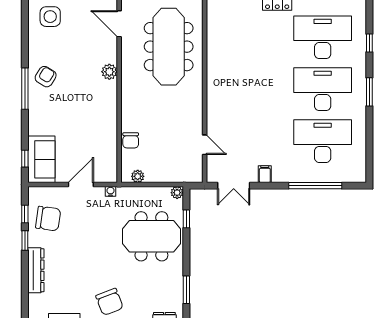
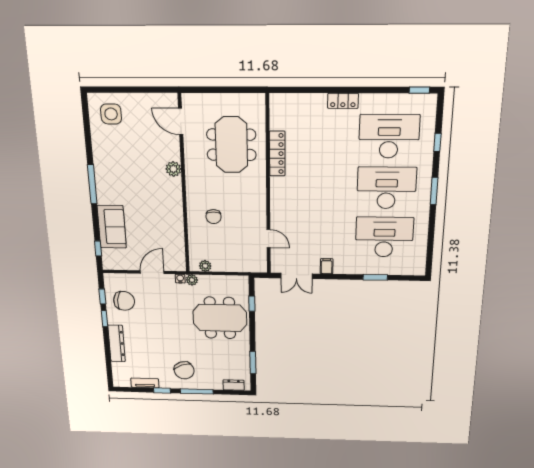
meeting table: (169, 47) -> (231, 145), width x0.73
locker: (214, 55) -> (277, 154), added
armchair: (46, 77) -> (111, 173), removed
chair: (131, 140) -> (214, 217), moved
sofa: (41, 159) -> (112, 227), moved
window: (315, 186) -> (375, 277), width x0.47
plant: (177, 193) -> (192, 280), moved

